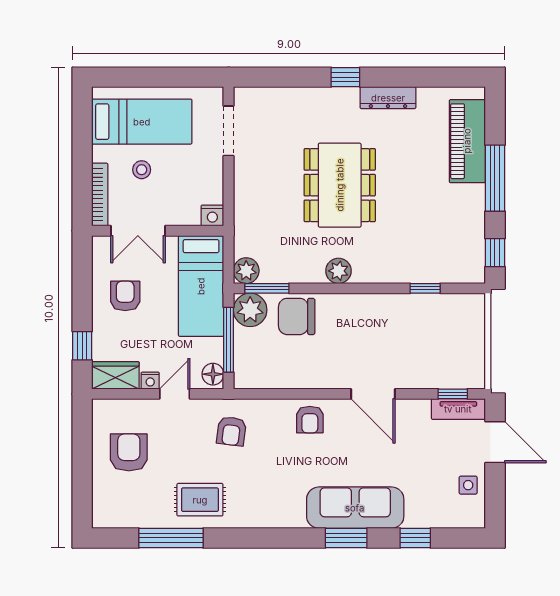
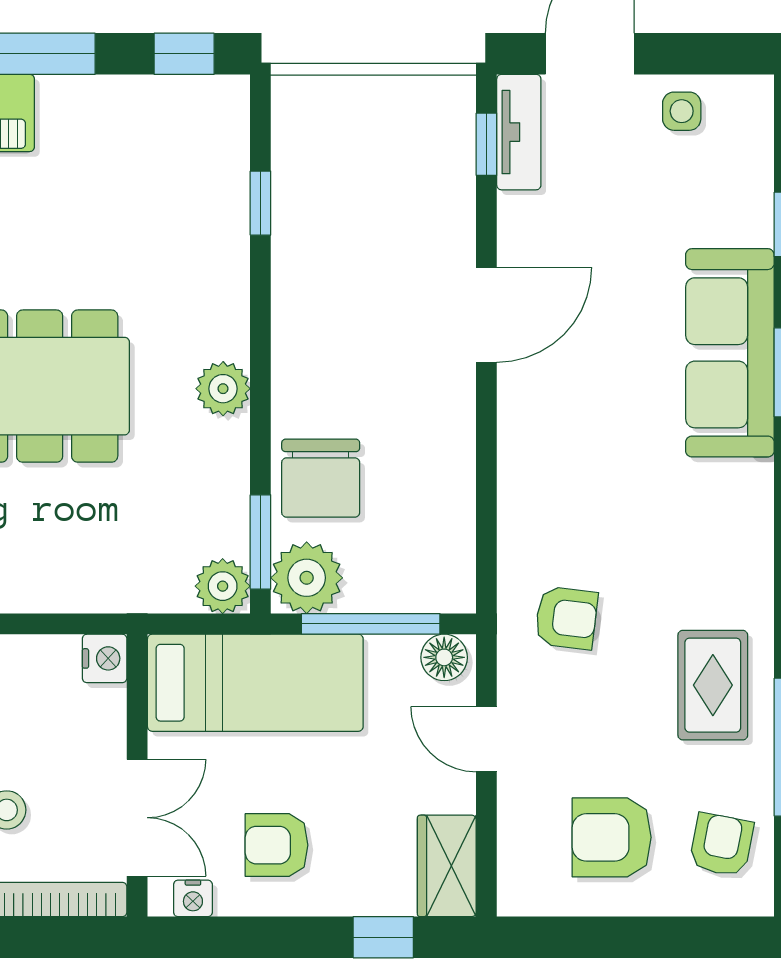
nightstand: (150, 381) -> (193, 898), moved, turned 90
armchair: (310, 420) -> (721, 845), moved, turned -79

